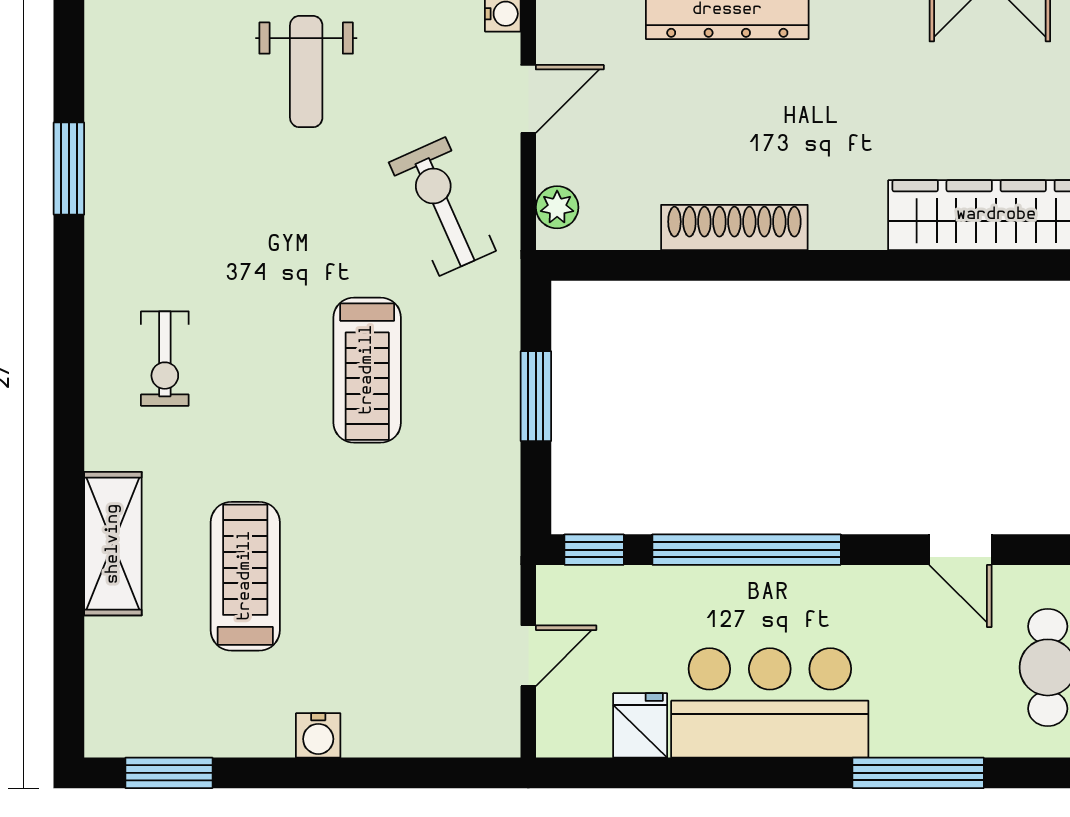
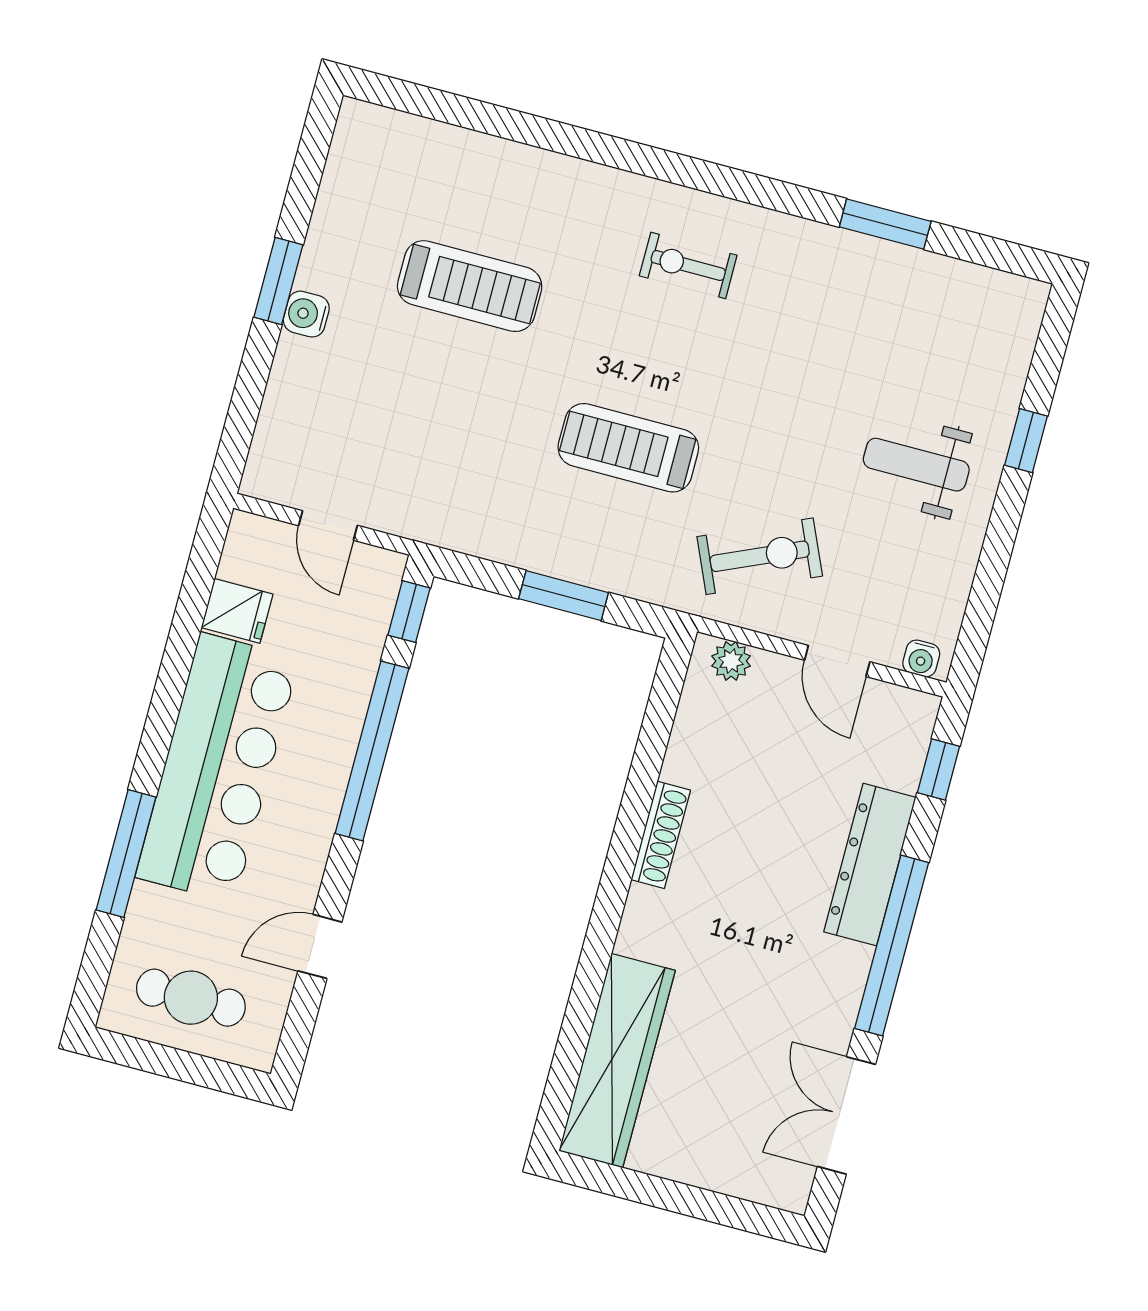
shoe rack: (734, 227) -> (661, 835), width x0.74, depth x0.81
shelving: (113, 544) -> (532, 173), removed
bar counter: (770, 703) -> (217, 768), width x1.36
window: (169, 773) -> (278, 281), moved

